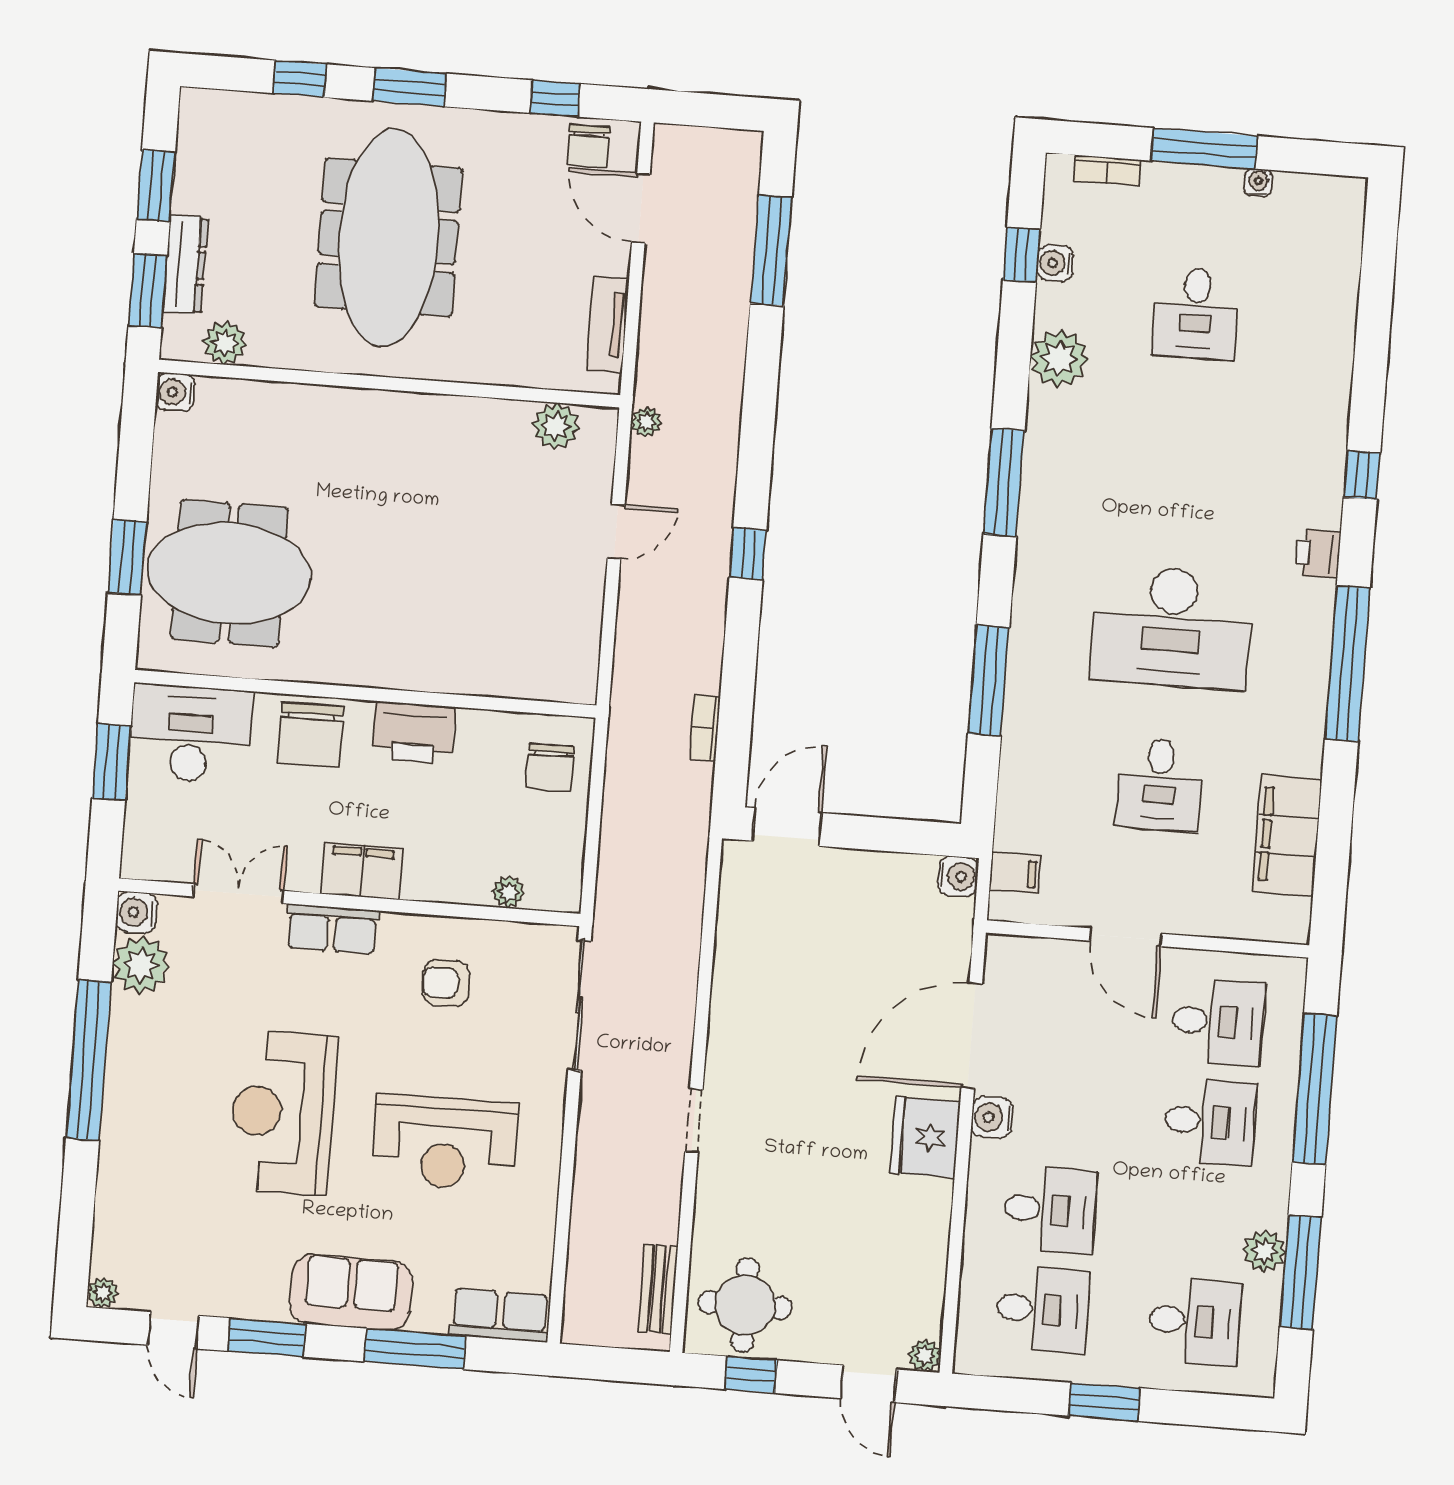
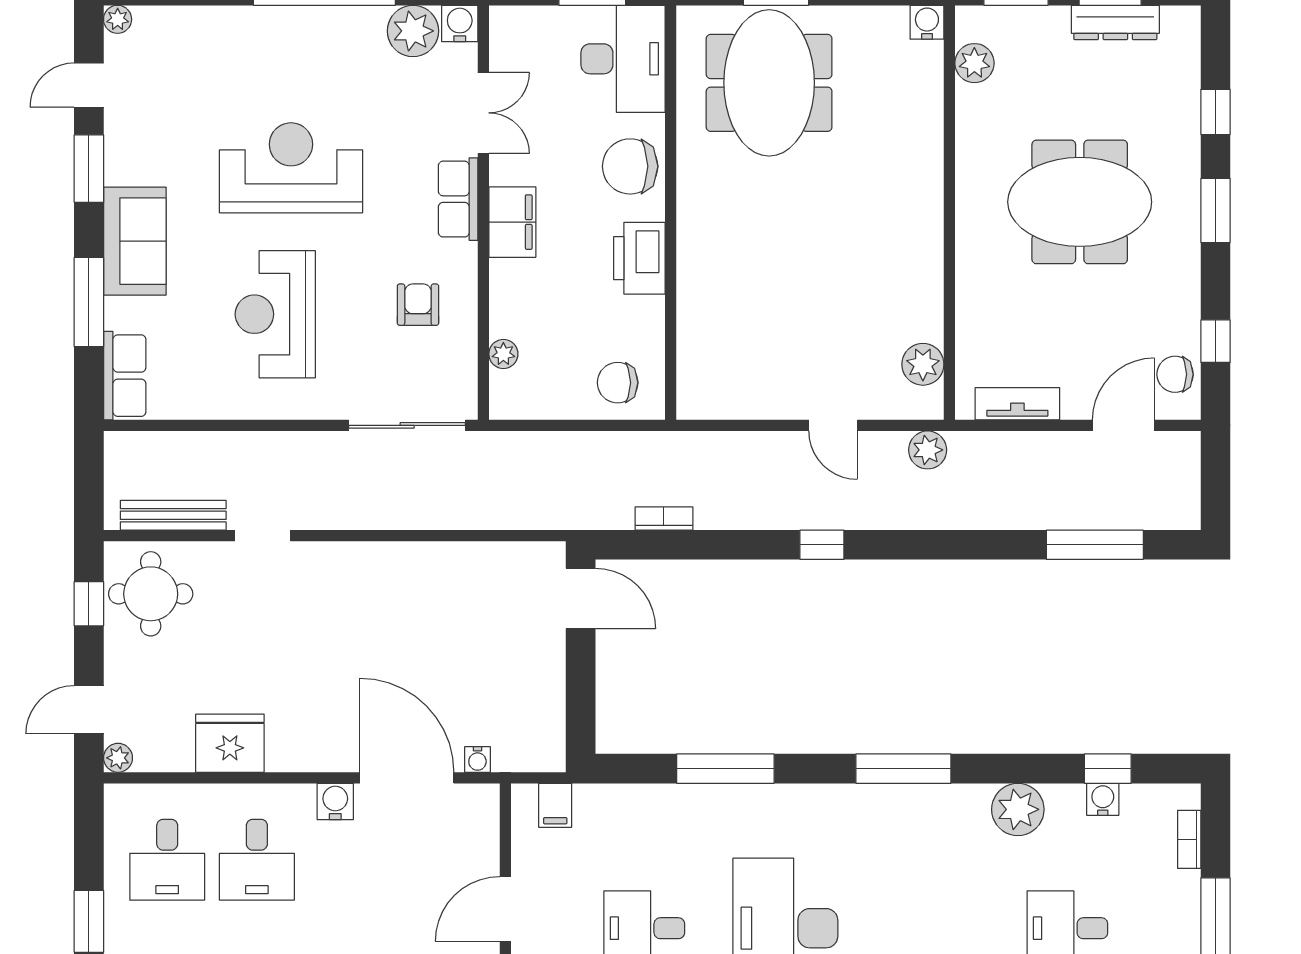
meeting table: (388, 238) -> (1080, 202), width x0.73
dresser: (185, 264) -> (1115, 22), moved
plant: (646, 422) -> (928, 450), width x1.38, depth x1.38
water cooler: (958, 876) -> (477, 759), moved, width x0.72, depth x0.72
doorway: (694, 1121) -> (263, 536), moved
fridge: (925, 1137) -> (230, 743), moved
bench: (658, 1289) -> (173, 515), width x1.36

